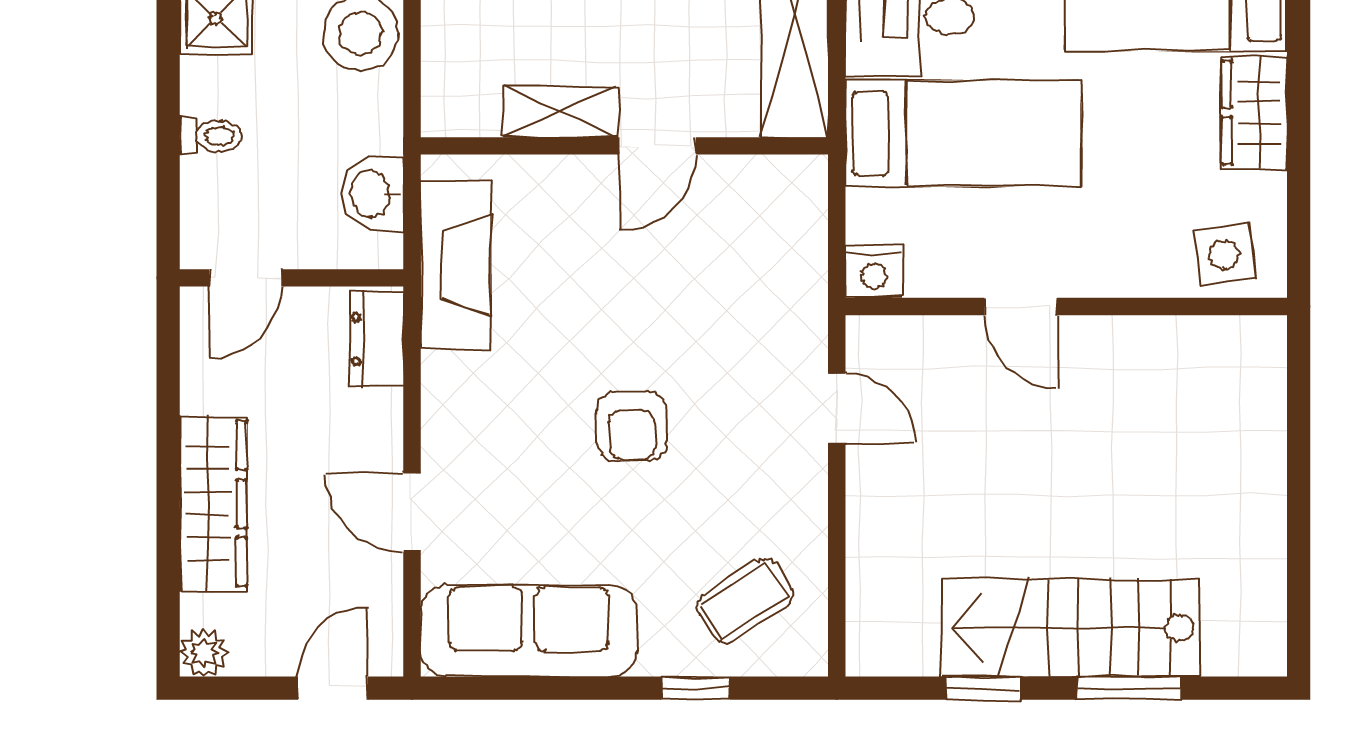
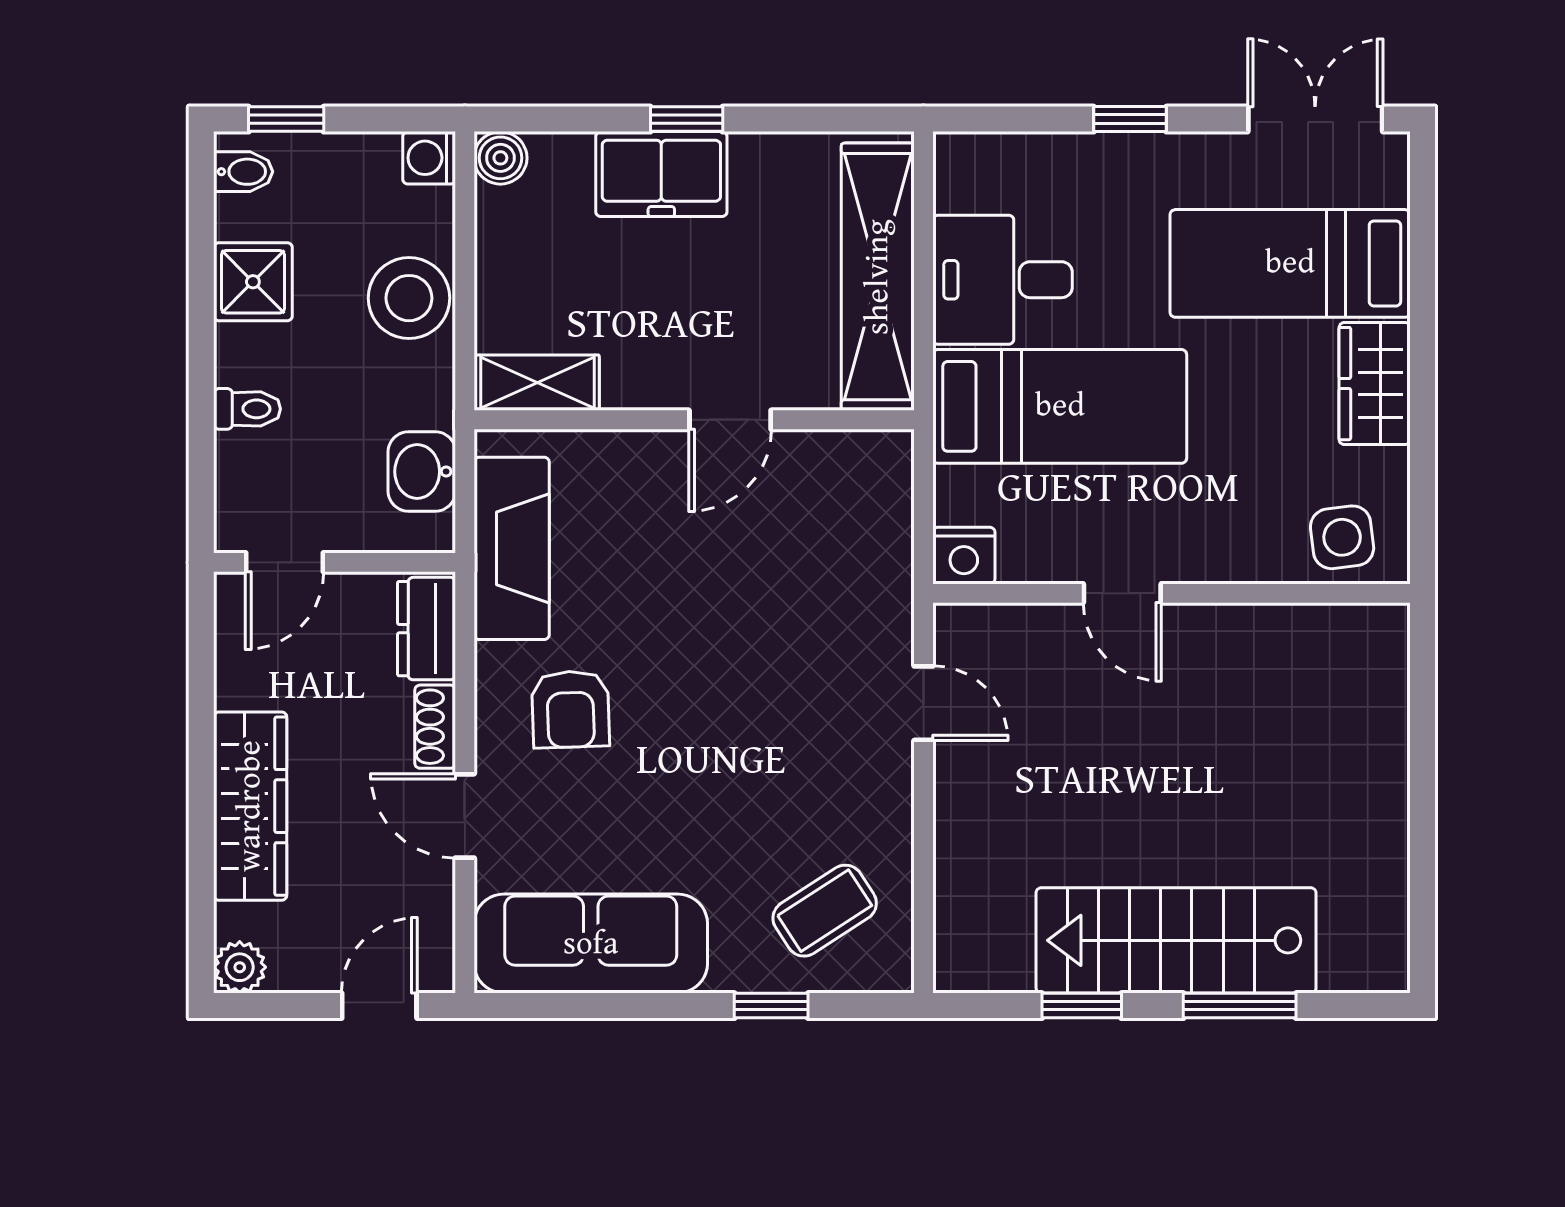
shelving: (560, 112) -> (537, 383), moved
armchair: (632, 426) -> (570, 709), moved
shoe rack: (385, 430) -> (435, 727), added

